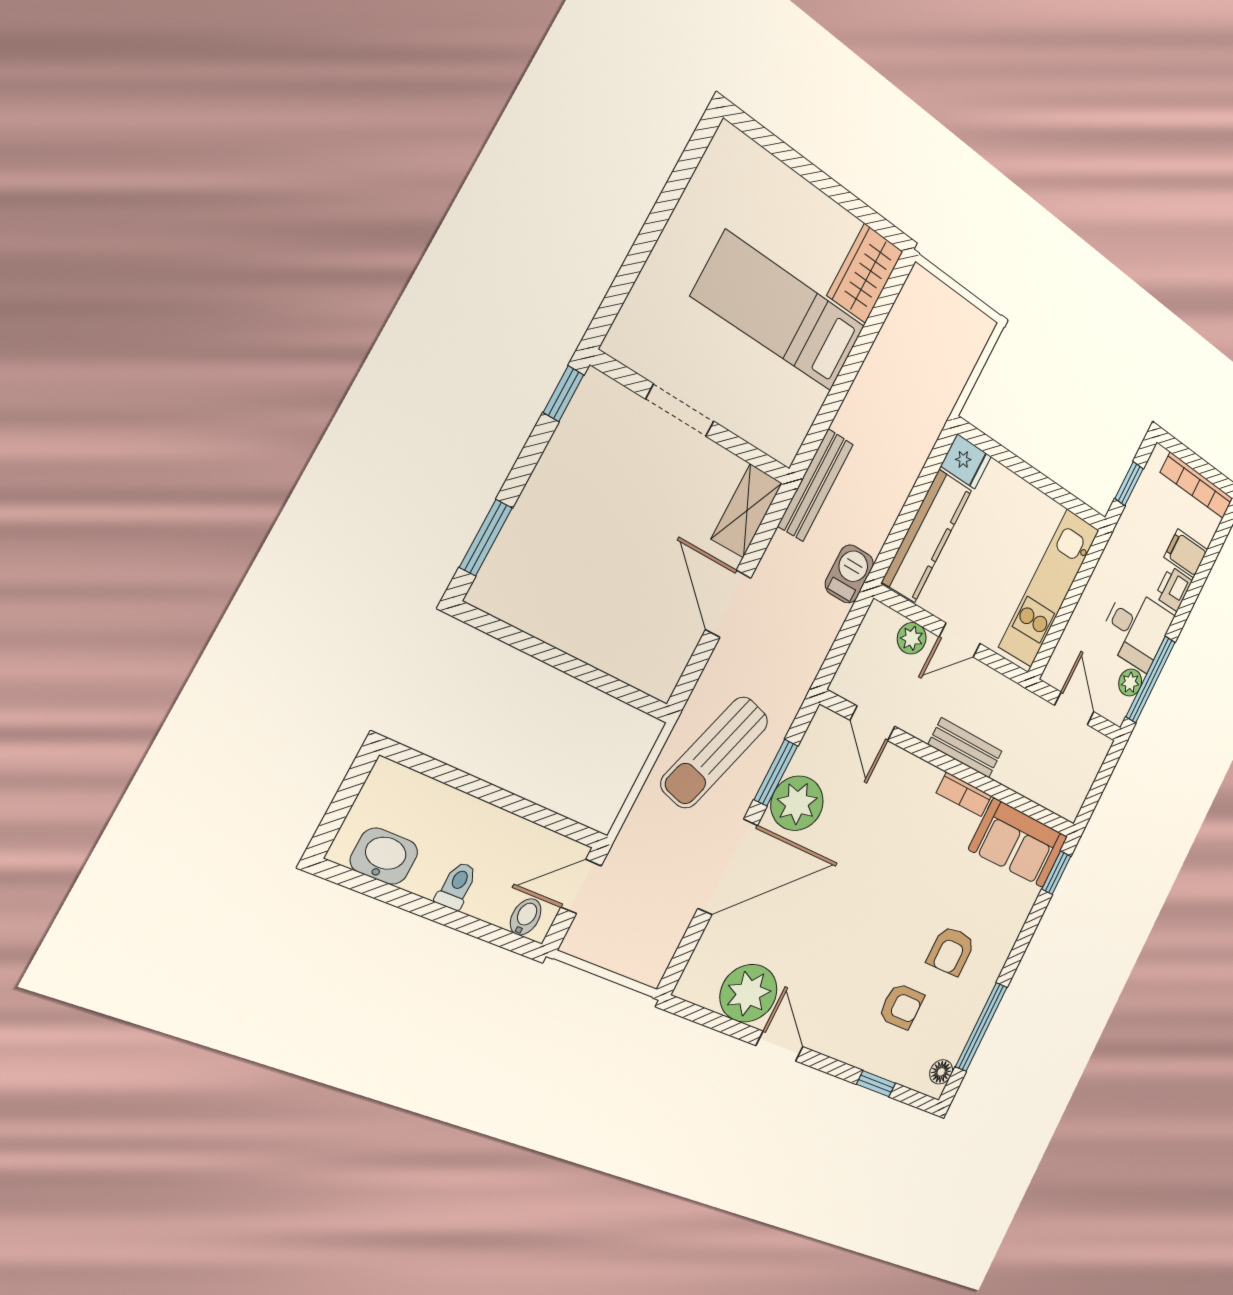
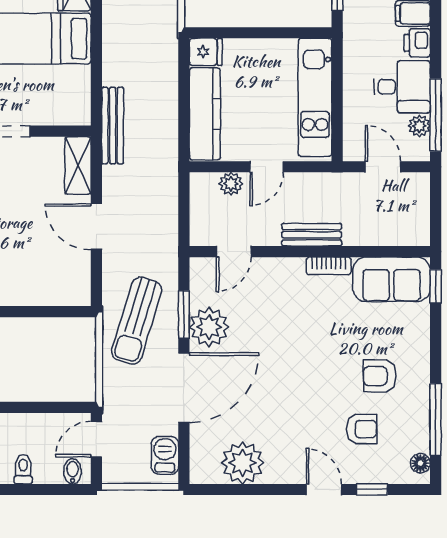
barbecue: (849, 574) -> (165, 455), moved
door: (873, 723) -> (234, 252), hinge flipped
armchair: (951, 951) -> (380, 376), turned 90
door: (779, 1046) -> (324, 489), moved

